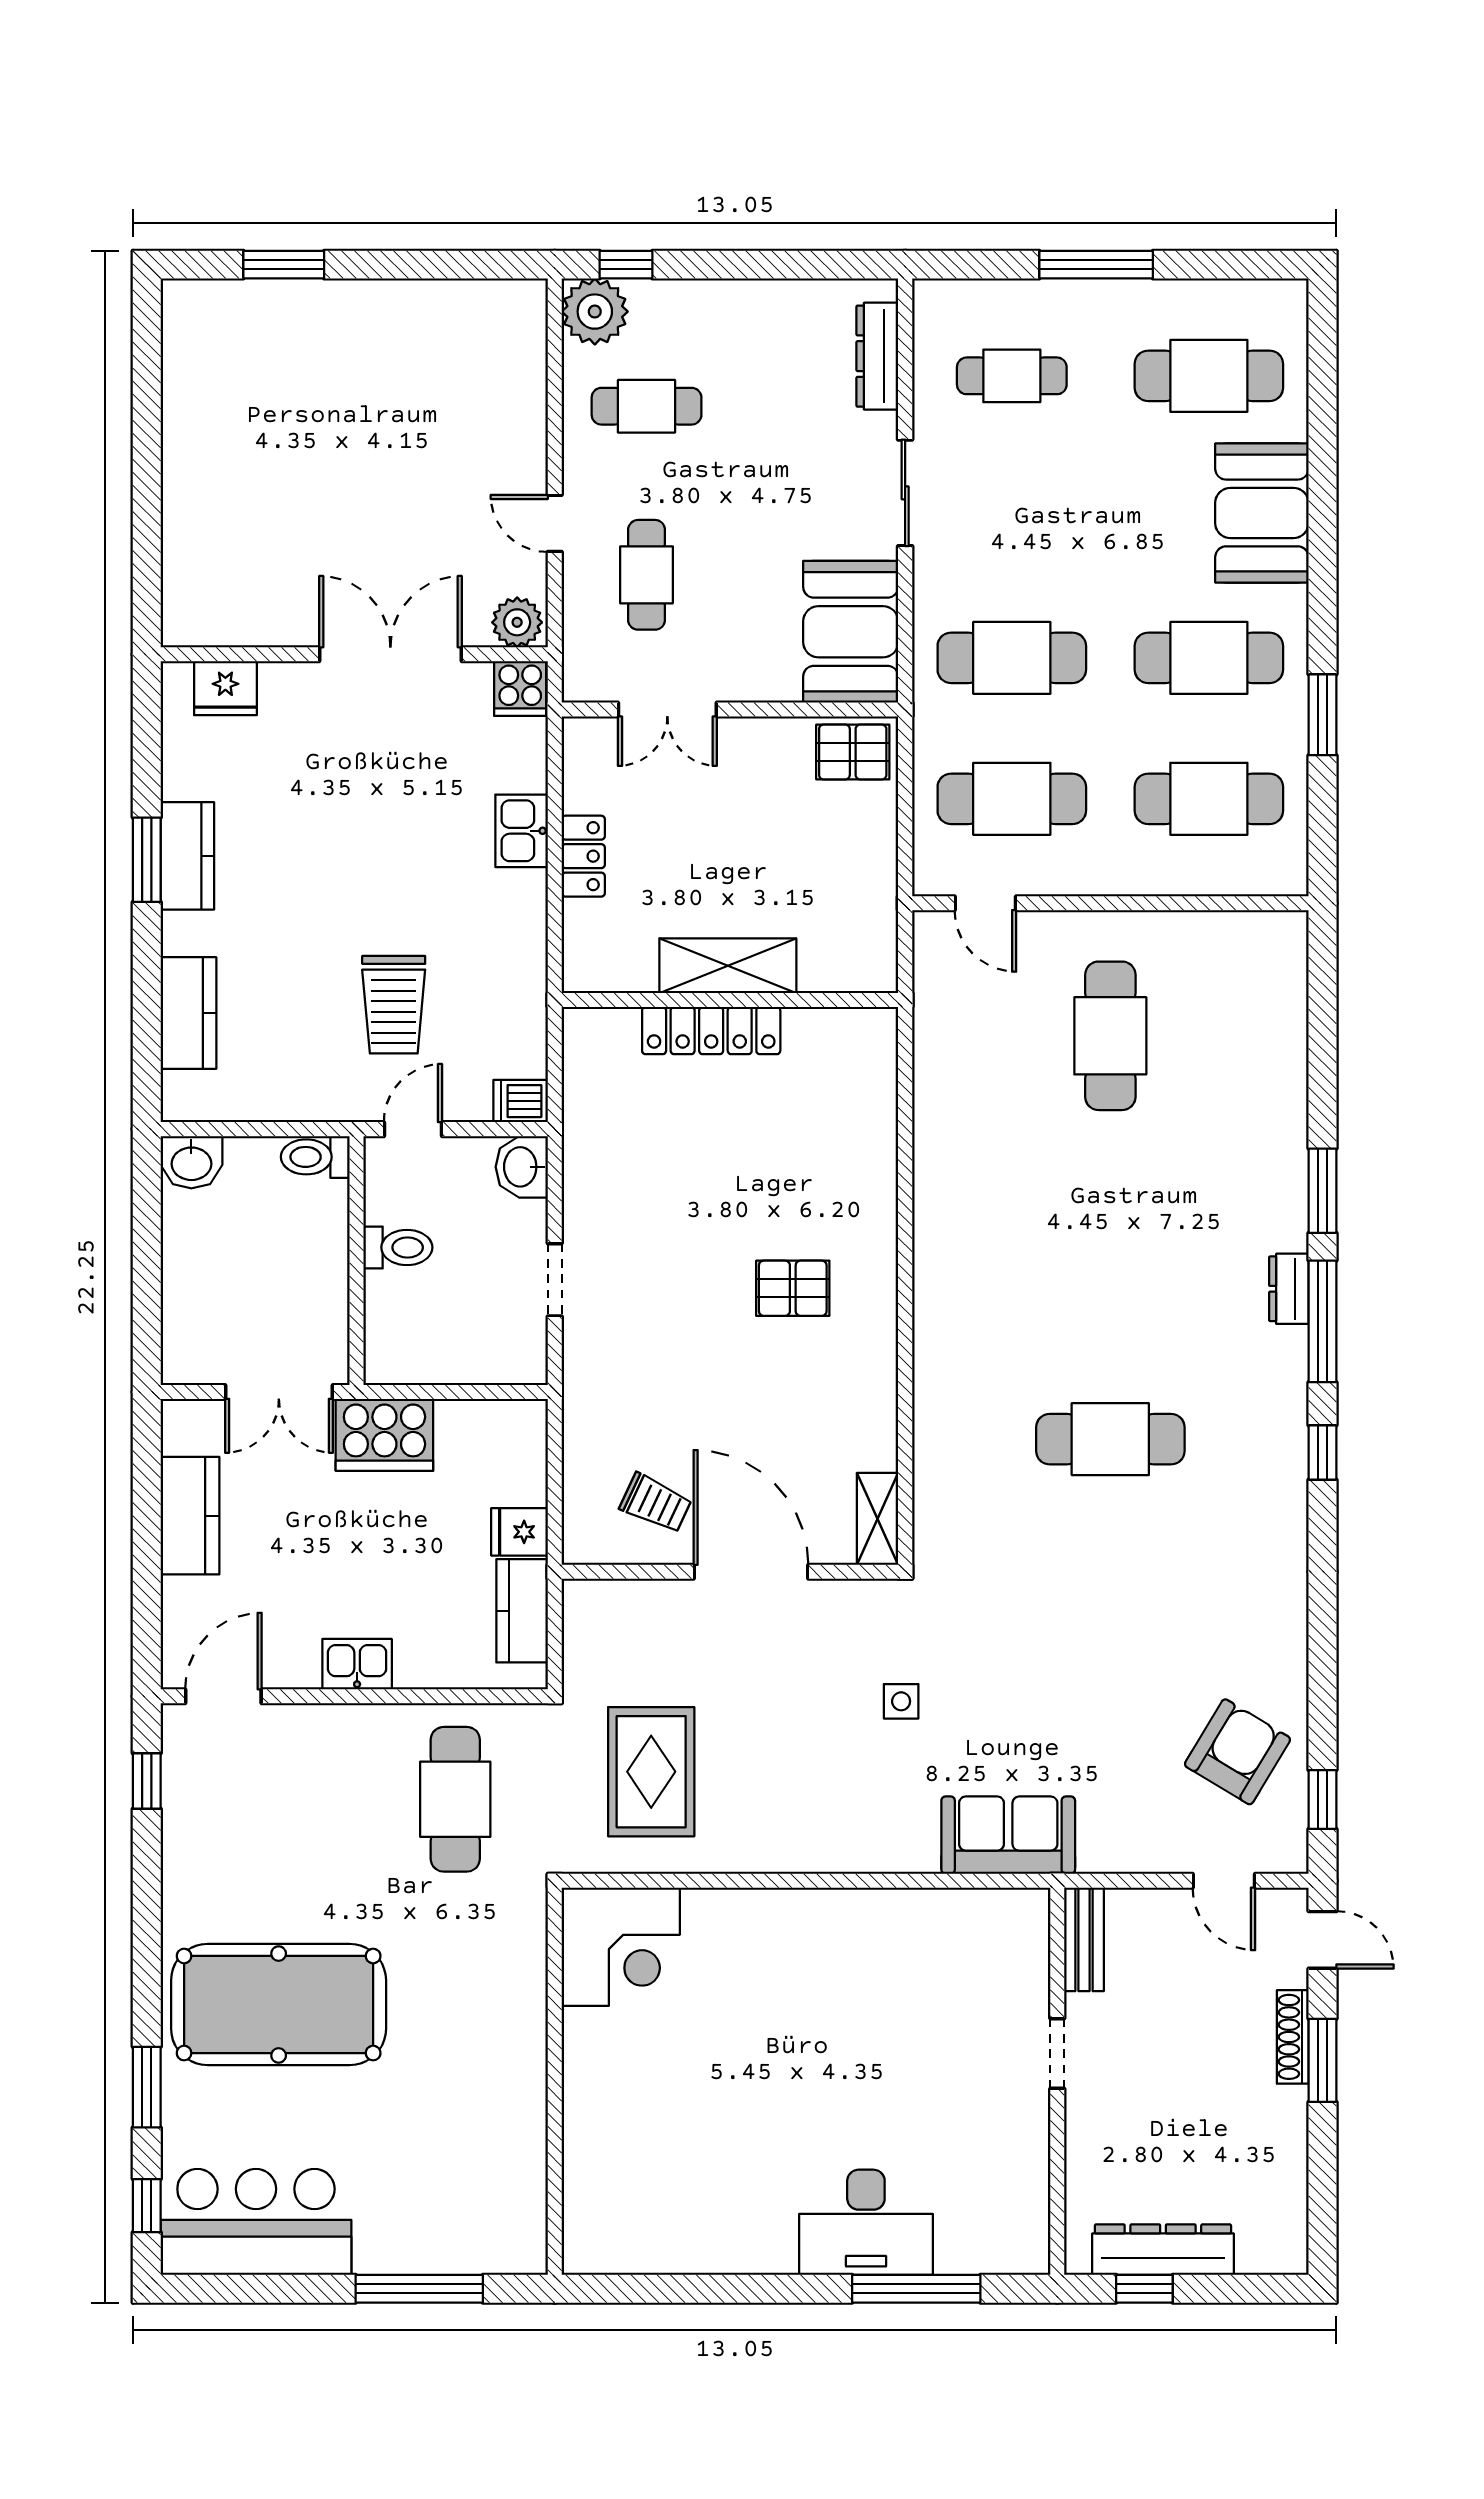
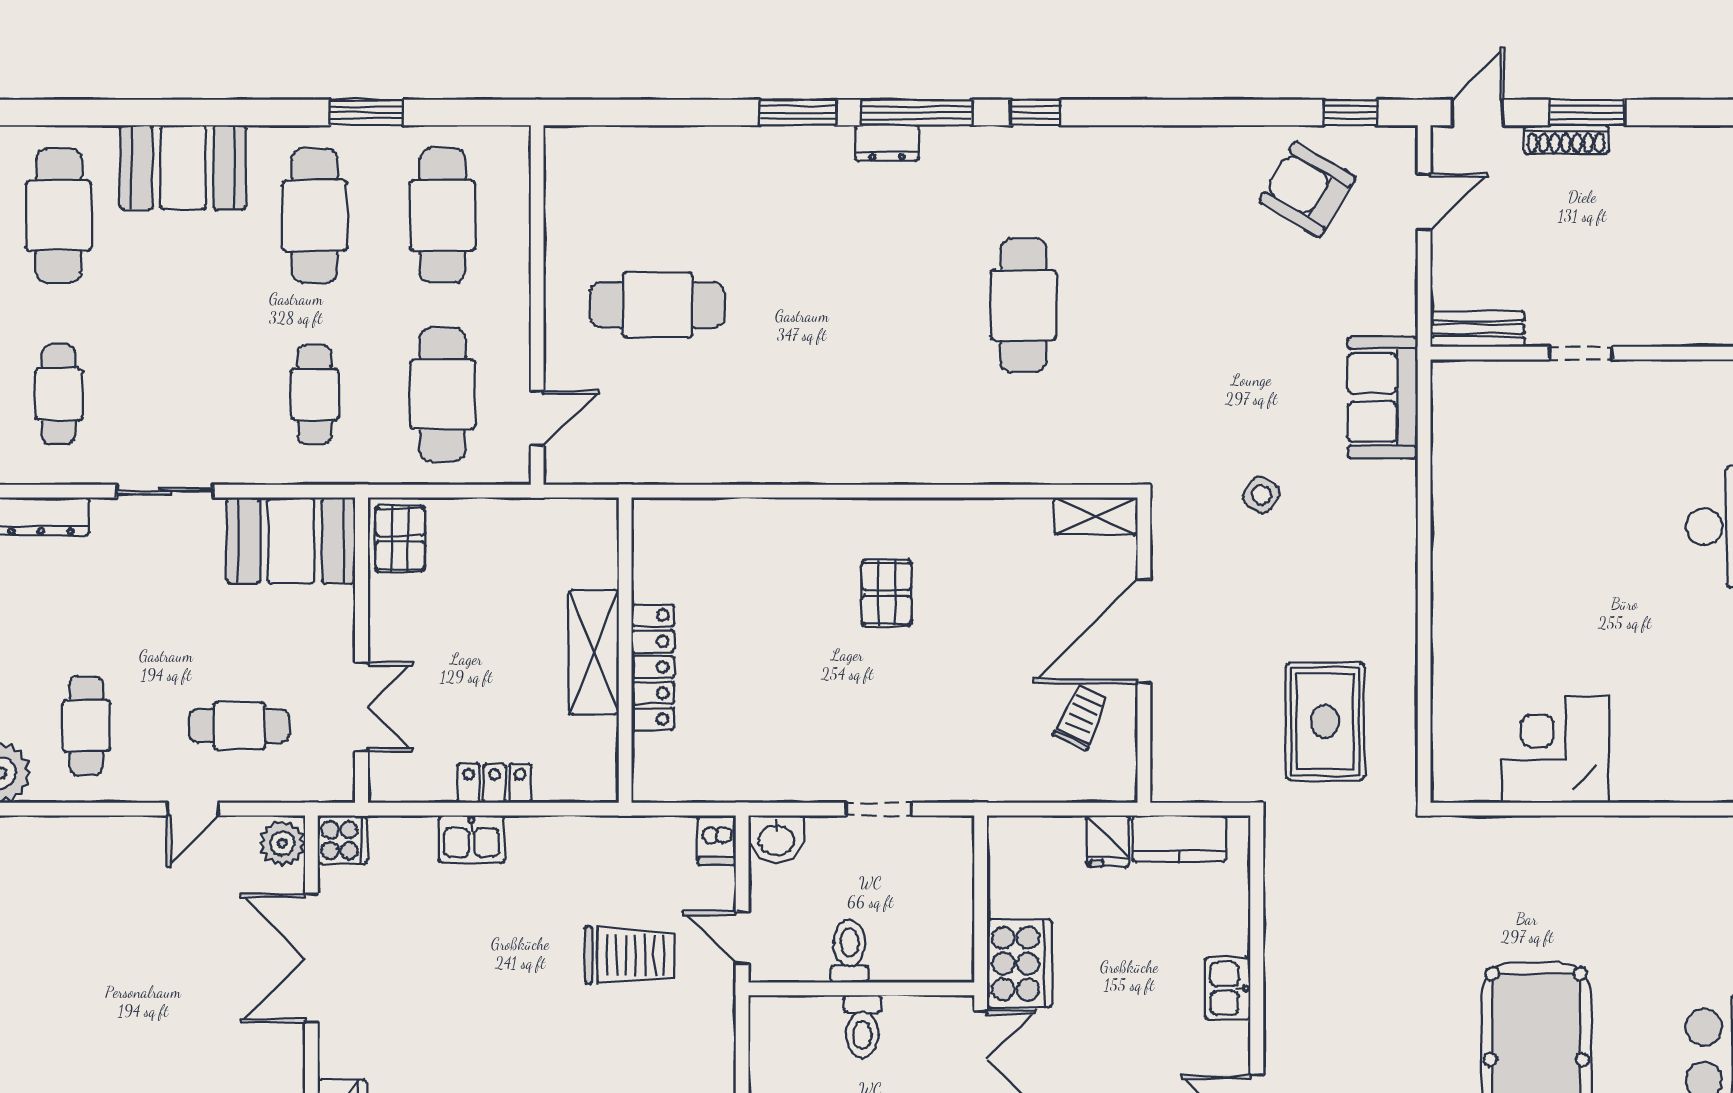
cafe table: (1012, 658) -> (315, 394), width x0.73, depth x0.74
toilet: (315, 1157) -> (862, 1026), moved
side table: (901, 1701) -> (1261, 495), turned 32
rug: (651, 1772) -> (1325, 722), turned 90
cafe table: (455, 1799) -> (1350, 899), removed
corner desk: (621, 1947) -> (1555, 749), moved, turned -90

